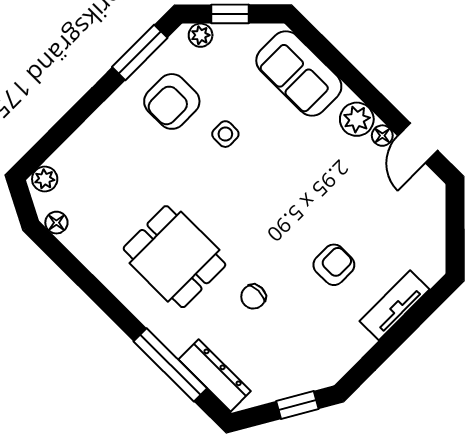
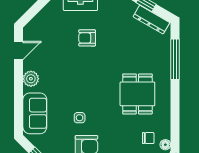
floor lamp: (382, 136) -> (28, 65), removed
chair: (253, 297) -> (148, 138), moved
dresser: (215, 375) -> (151, 20), moved, turned -60

